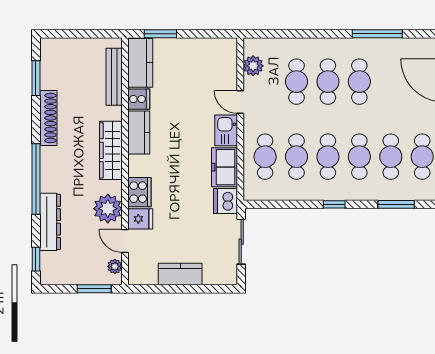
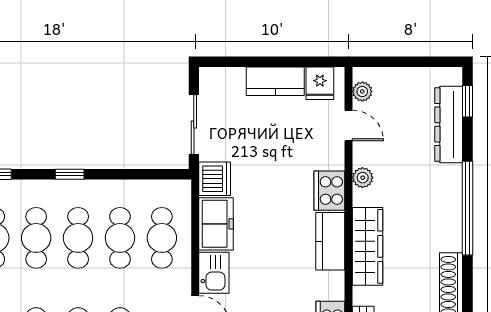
kitchen counter: (139, 132) -> (330, 241), moved
plant: (108, 209) -> (363, 178), width x0.53, depth x0.53
fridge: (140, 219) -> (320, 83), moved, turned -90
dresser: (50, 222) -> (449, 124), moved
window: (94, 289) -> (390, 62), removed

